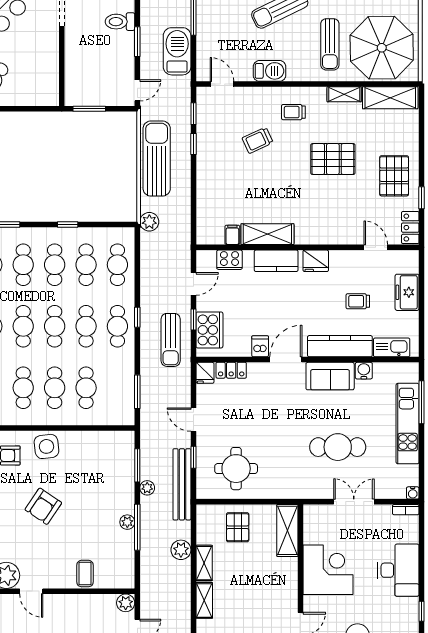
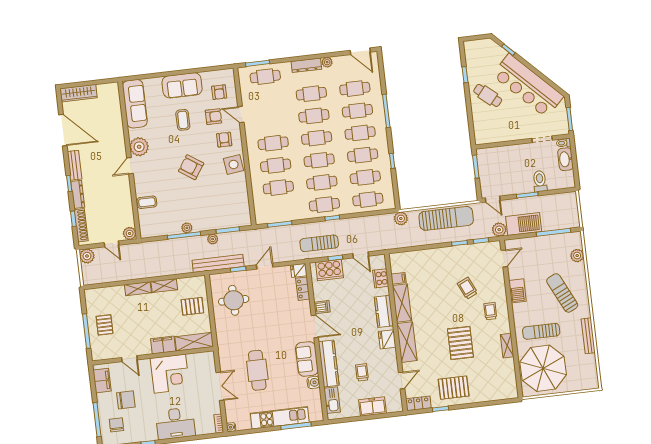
shelving: (390, 98) -> (407, 342), moved
plant: (181, 550) -> (499, 230), moved
filing cabinet: (287, 574) -> (163, 345), added

